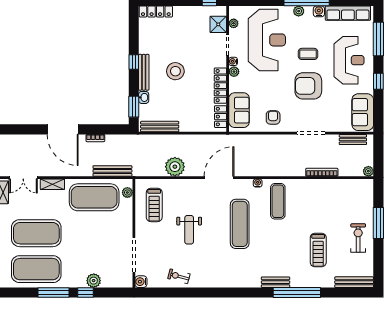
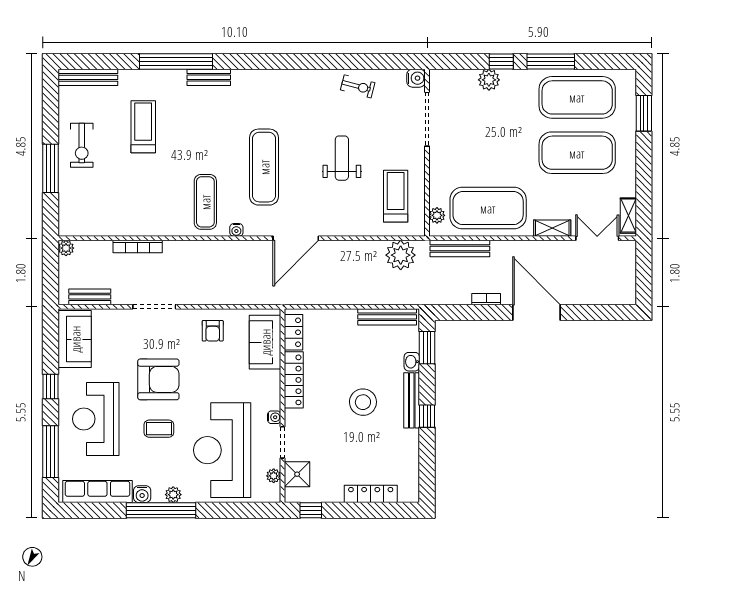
locker: (156, 12) -> (371, 494), moved
plant: (234, 72) -> (273, 401), removed
plant: (175, 167) -> (401, 255), moved

